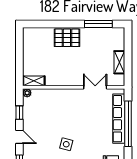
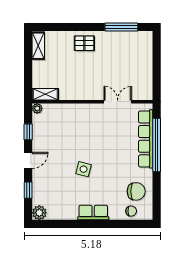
pallet: (67, 38) -> (84, 43), width x0.67, depth x0.71
shelving: (119, 62) -> (38, 46), moved
door: (19, 137) -> (28, 160), hinge flipped

